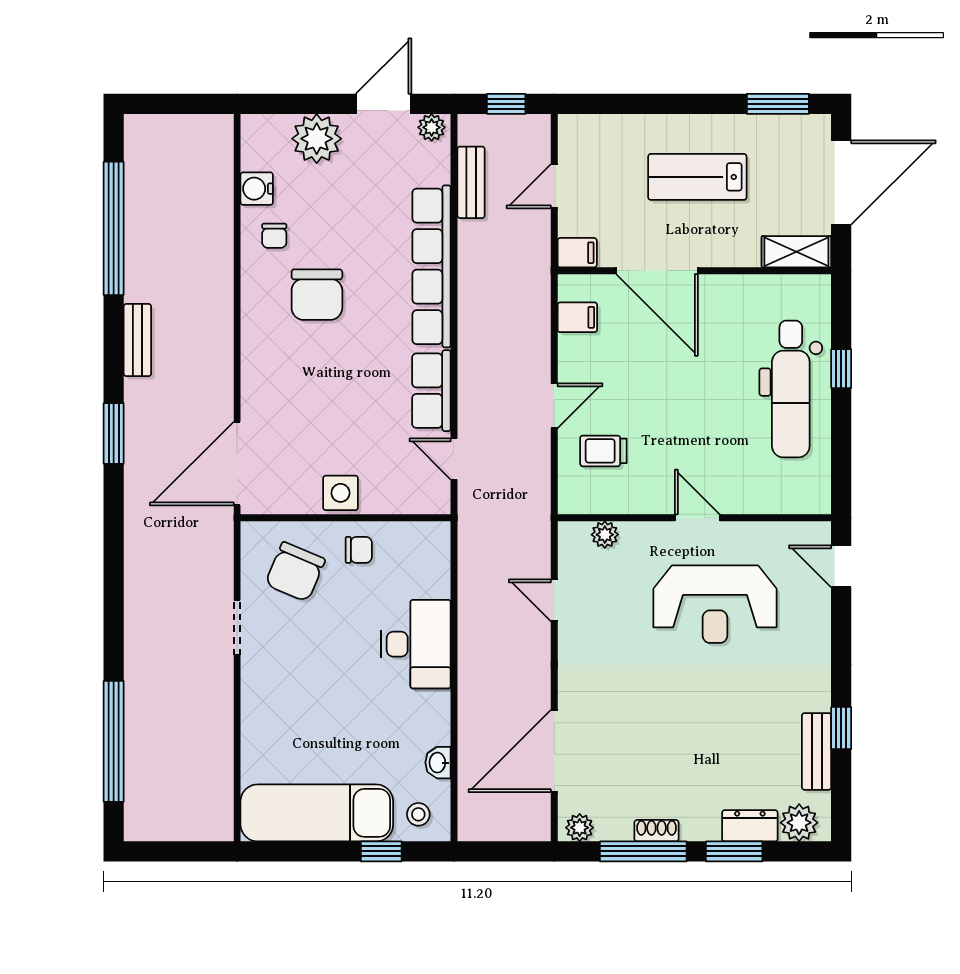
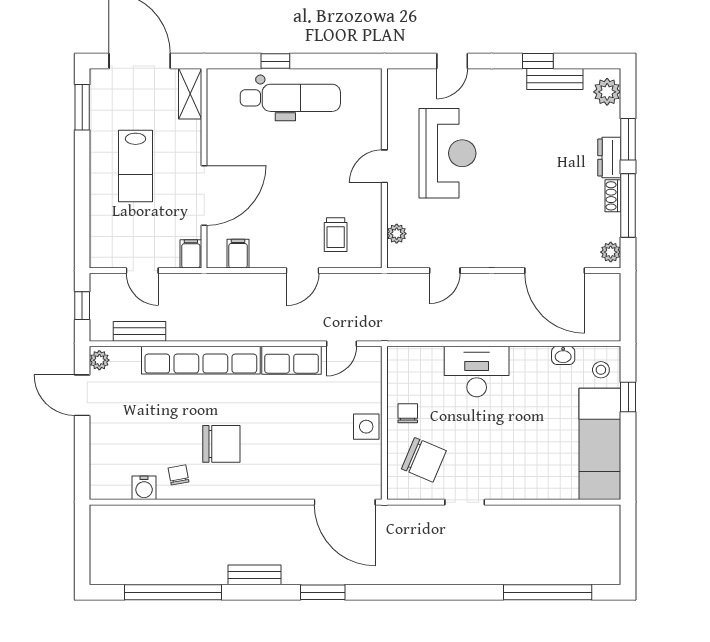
plant: (317, 139) -> (108, 444), removed
chair: (274, 236) -> (179, 475), turned -100
door: (554, 406) -> (303, 271), swing flipped
door: (841, 566) -> (452, 61), moved
dresser: (750, 826) -> (609, 158), moved

